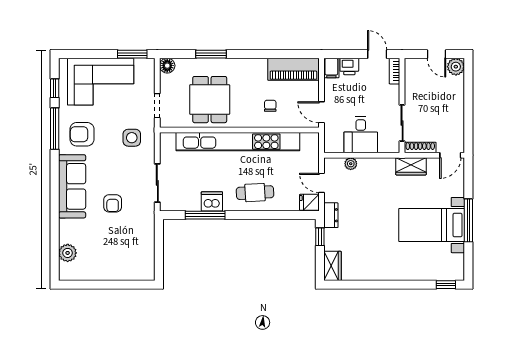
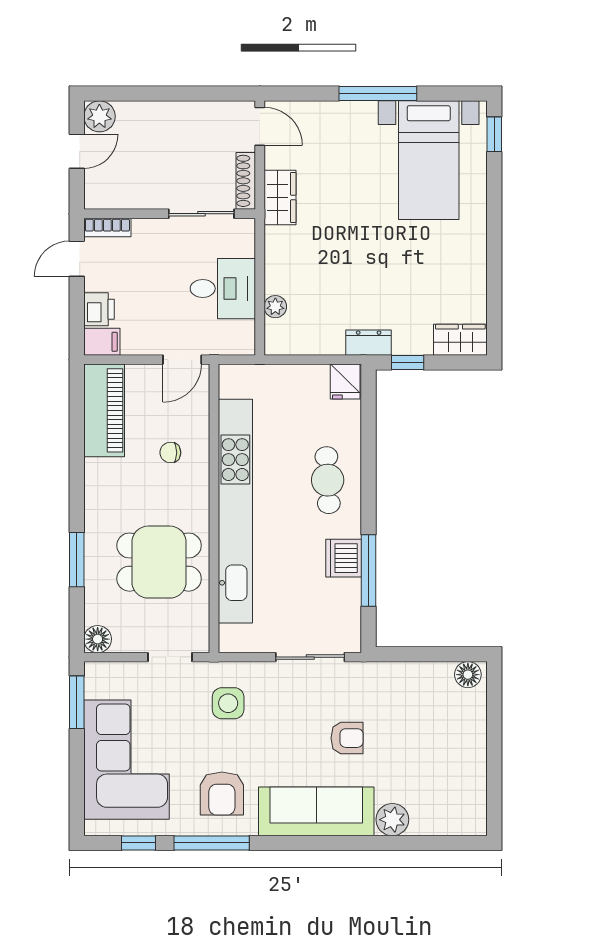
door: (321, 183) -> (310, 360), removed
bed with nightstands: (432, 225) -> (429, 160), moved
plant: (68, 253) -> (392, 820), moved
floor lamp: (148, 270) -> (468, 675), added

